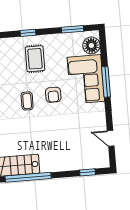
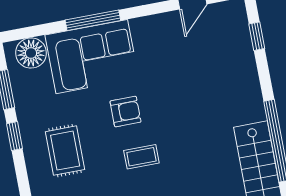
window: (28, 33) -> (14, 136), moved
rug: (35, 59) -> (65, 151), turned 90

